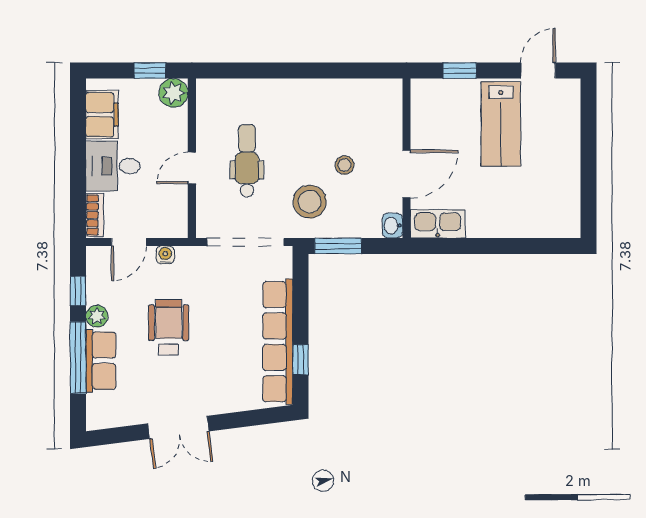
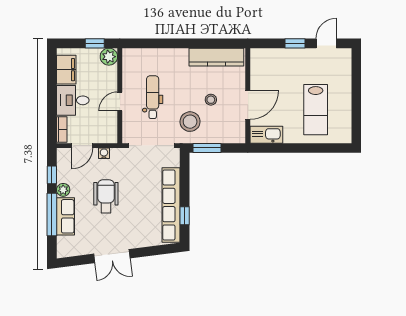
window: (460, 71) -> (295, 43), moved
kitchen counter: (354, 94) -> (216, 57), added
lab bench: (501, 124) -> (316, 110), moved
washbasin: (392, 226) -> (239, 136), removed

